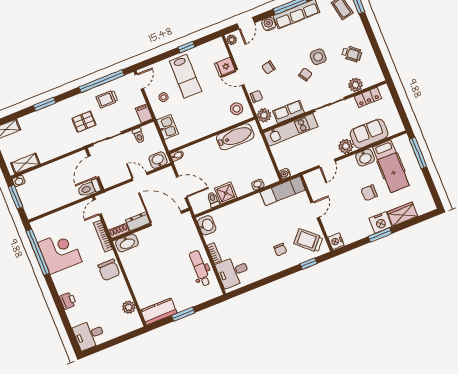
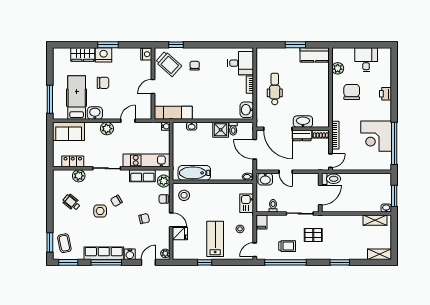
sofa: (369, 134) -> (69, 131), moved
washbasin: (127, 243) -> (303, 122), moved
dental chair: (200, 268) -> (275, 89), moved, turned 180
chair: (109, 270) -> (352, 92), moved
desk: (89, 335) -> (366, 60), moved, turned -90

